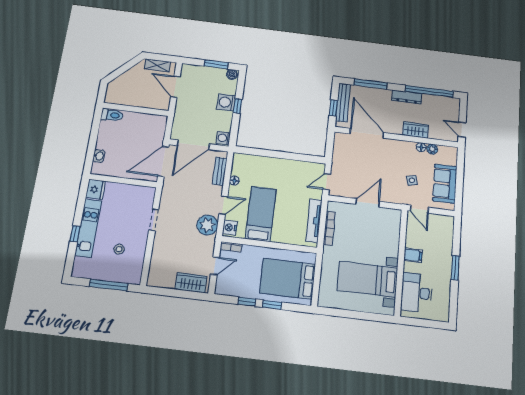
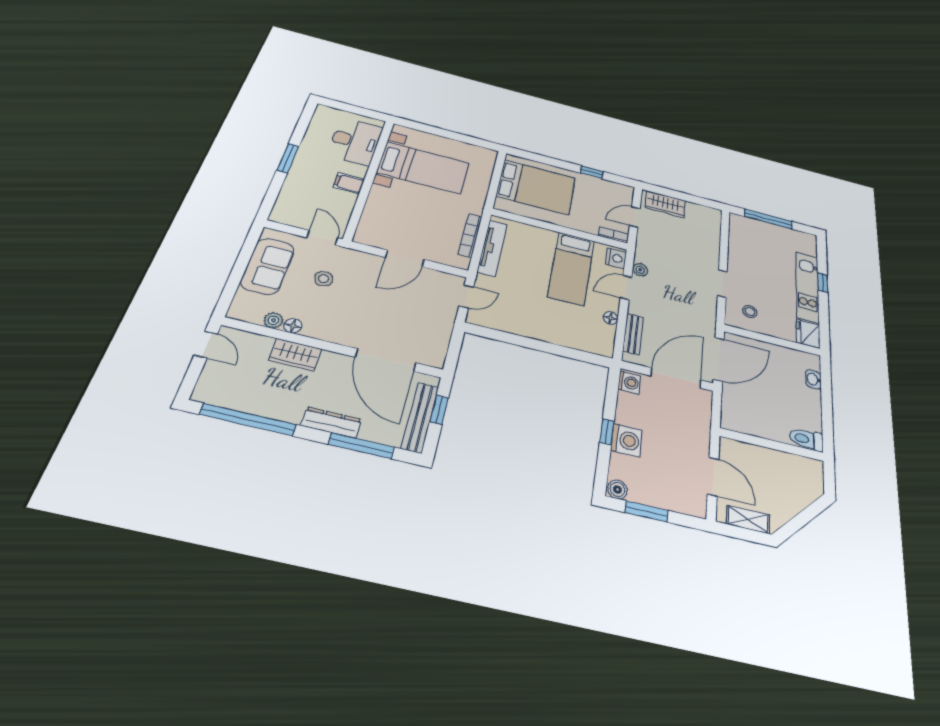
dresser: (407, 97) -> (331, 422), moved
plant: (207, 225) -> (640, 270), width x0.53, depth x0.53
stool: (119, 249) -> (750, 311), moved
window: (272, 305) -> (558, 163), removed

